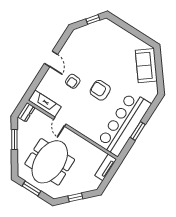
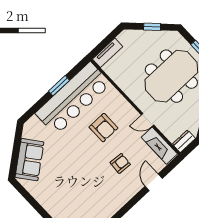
door: (51, 59) -> (154, 182), moved
armchair: (100, 90) -> (103, 128), moved
door: (60, 122) -> (148, 120), swing flipped

